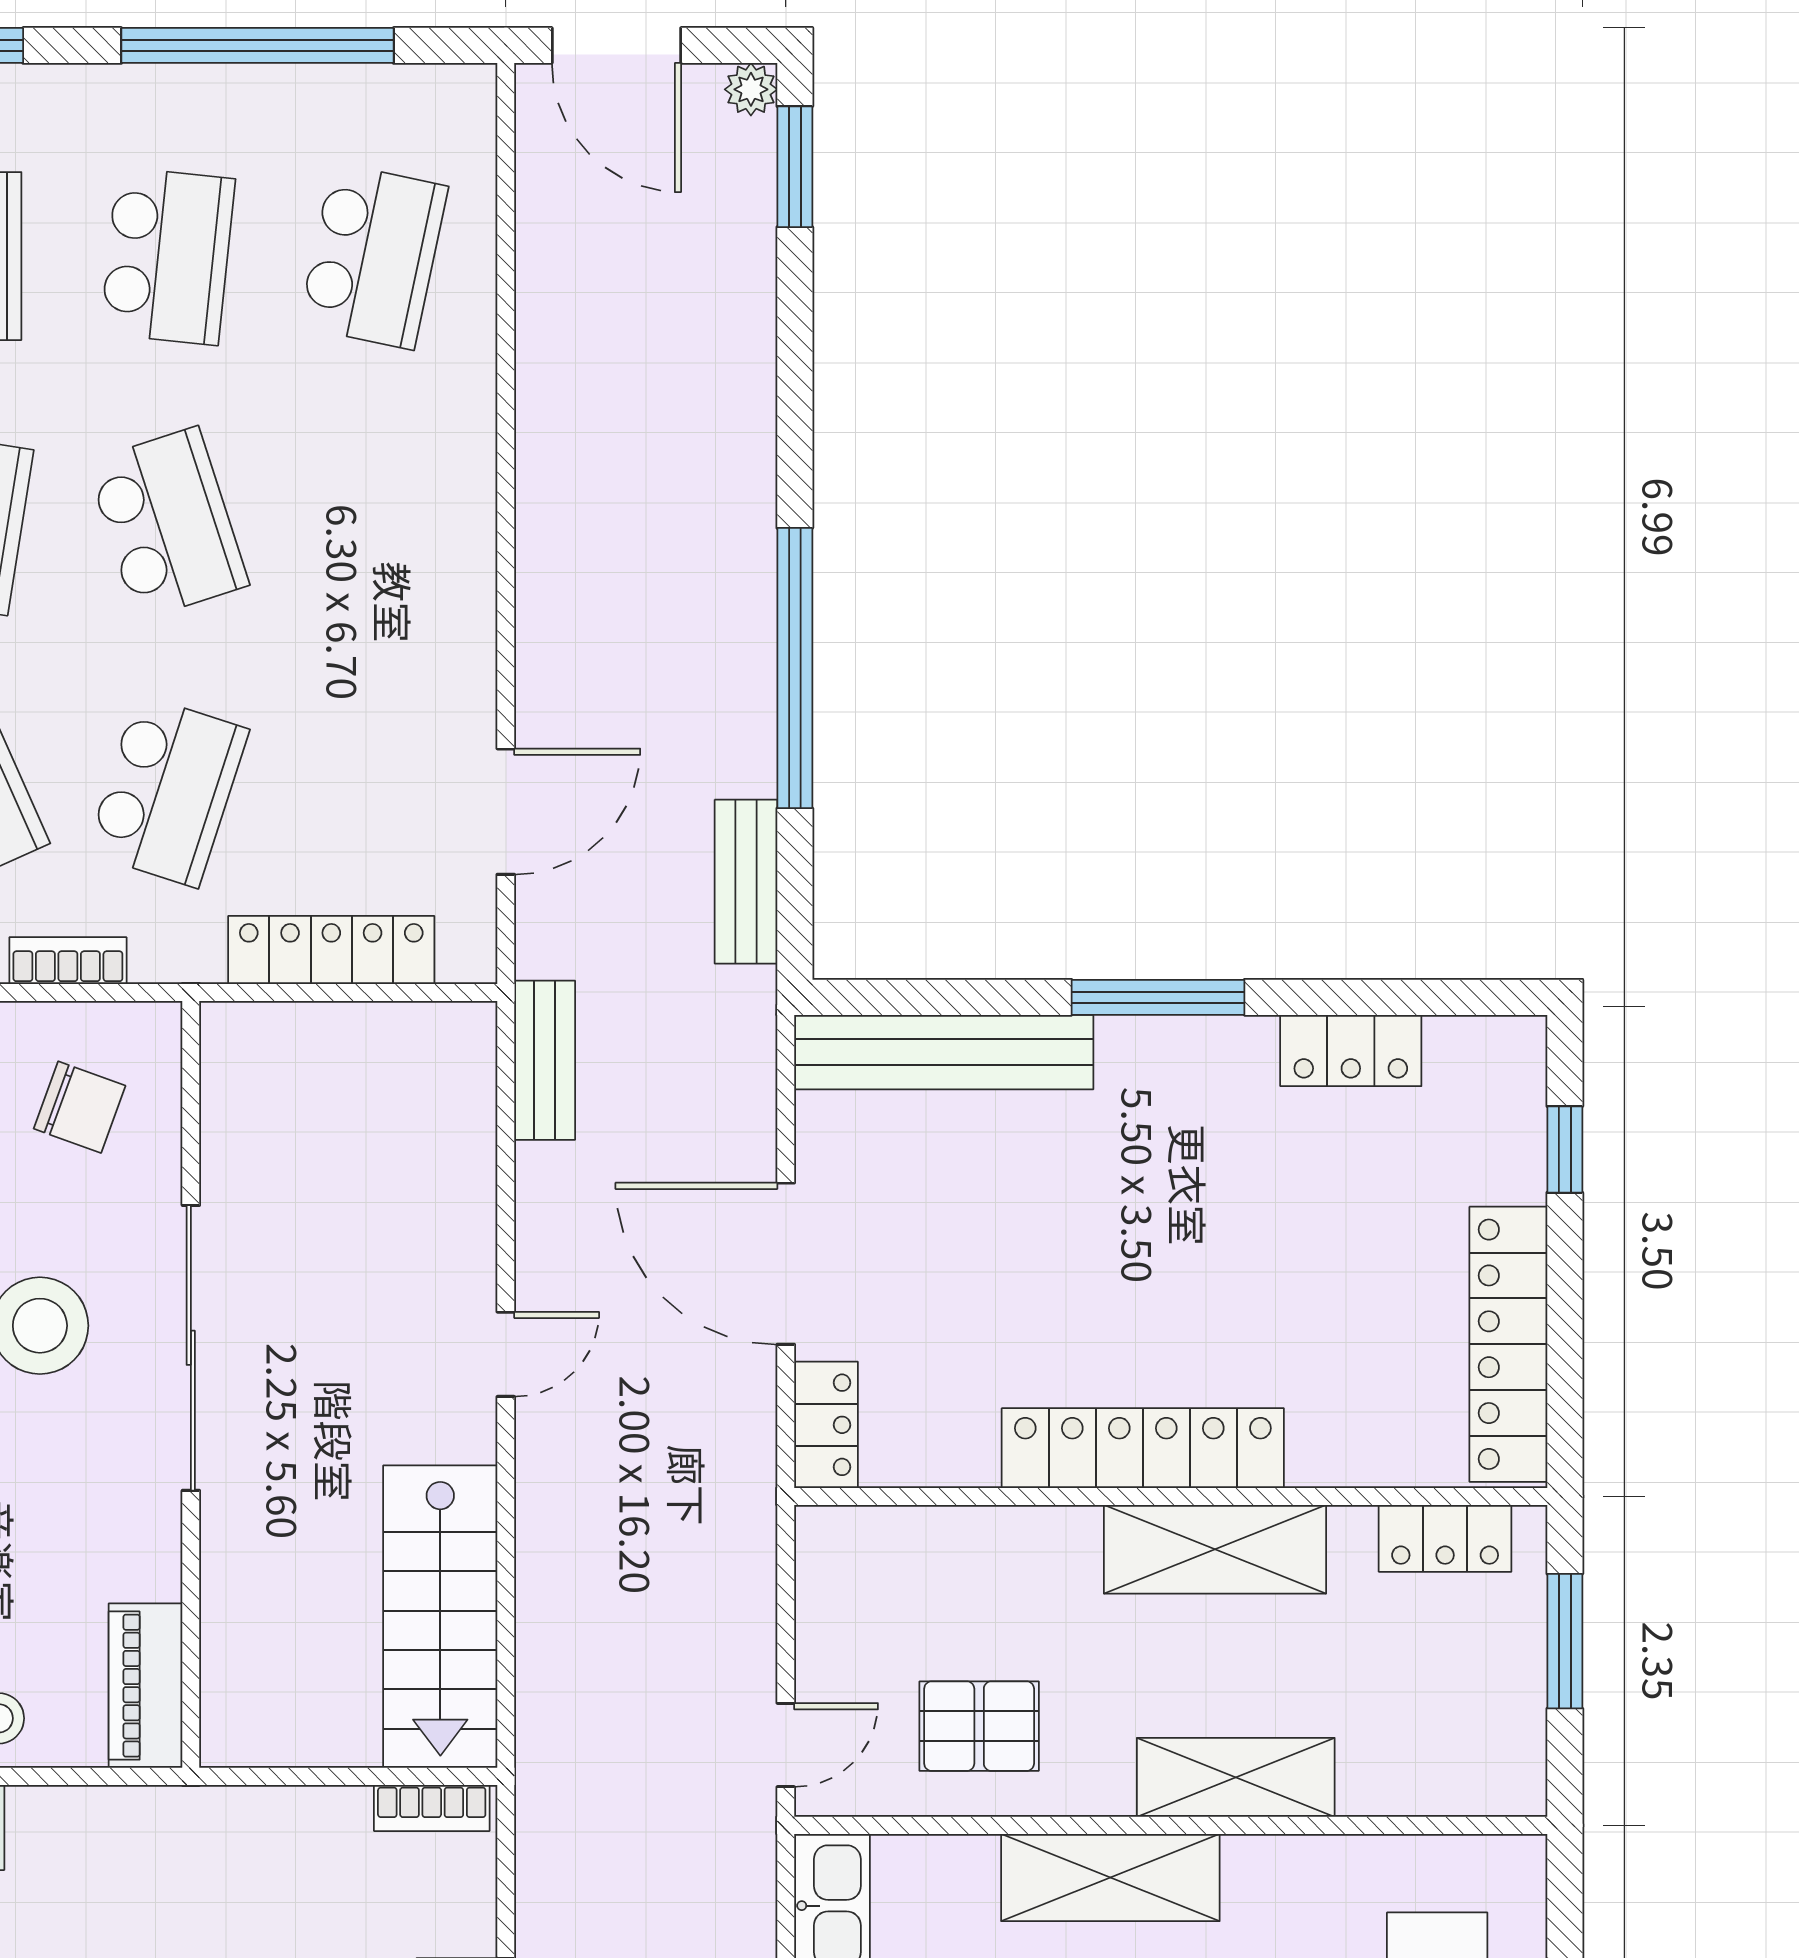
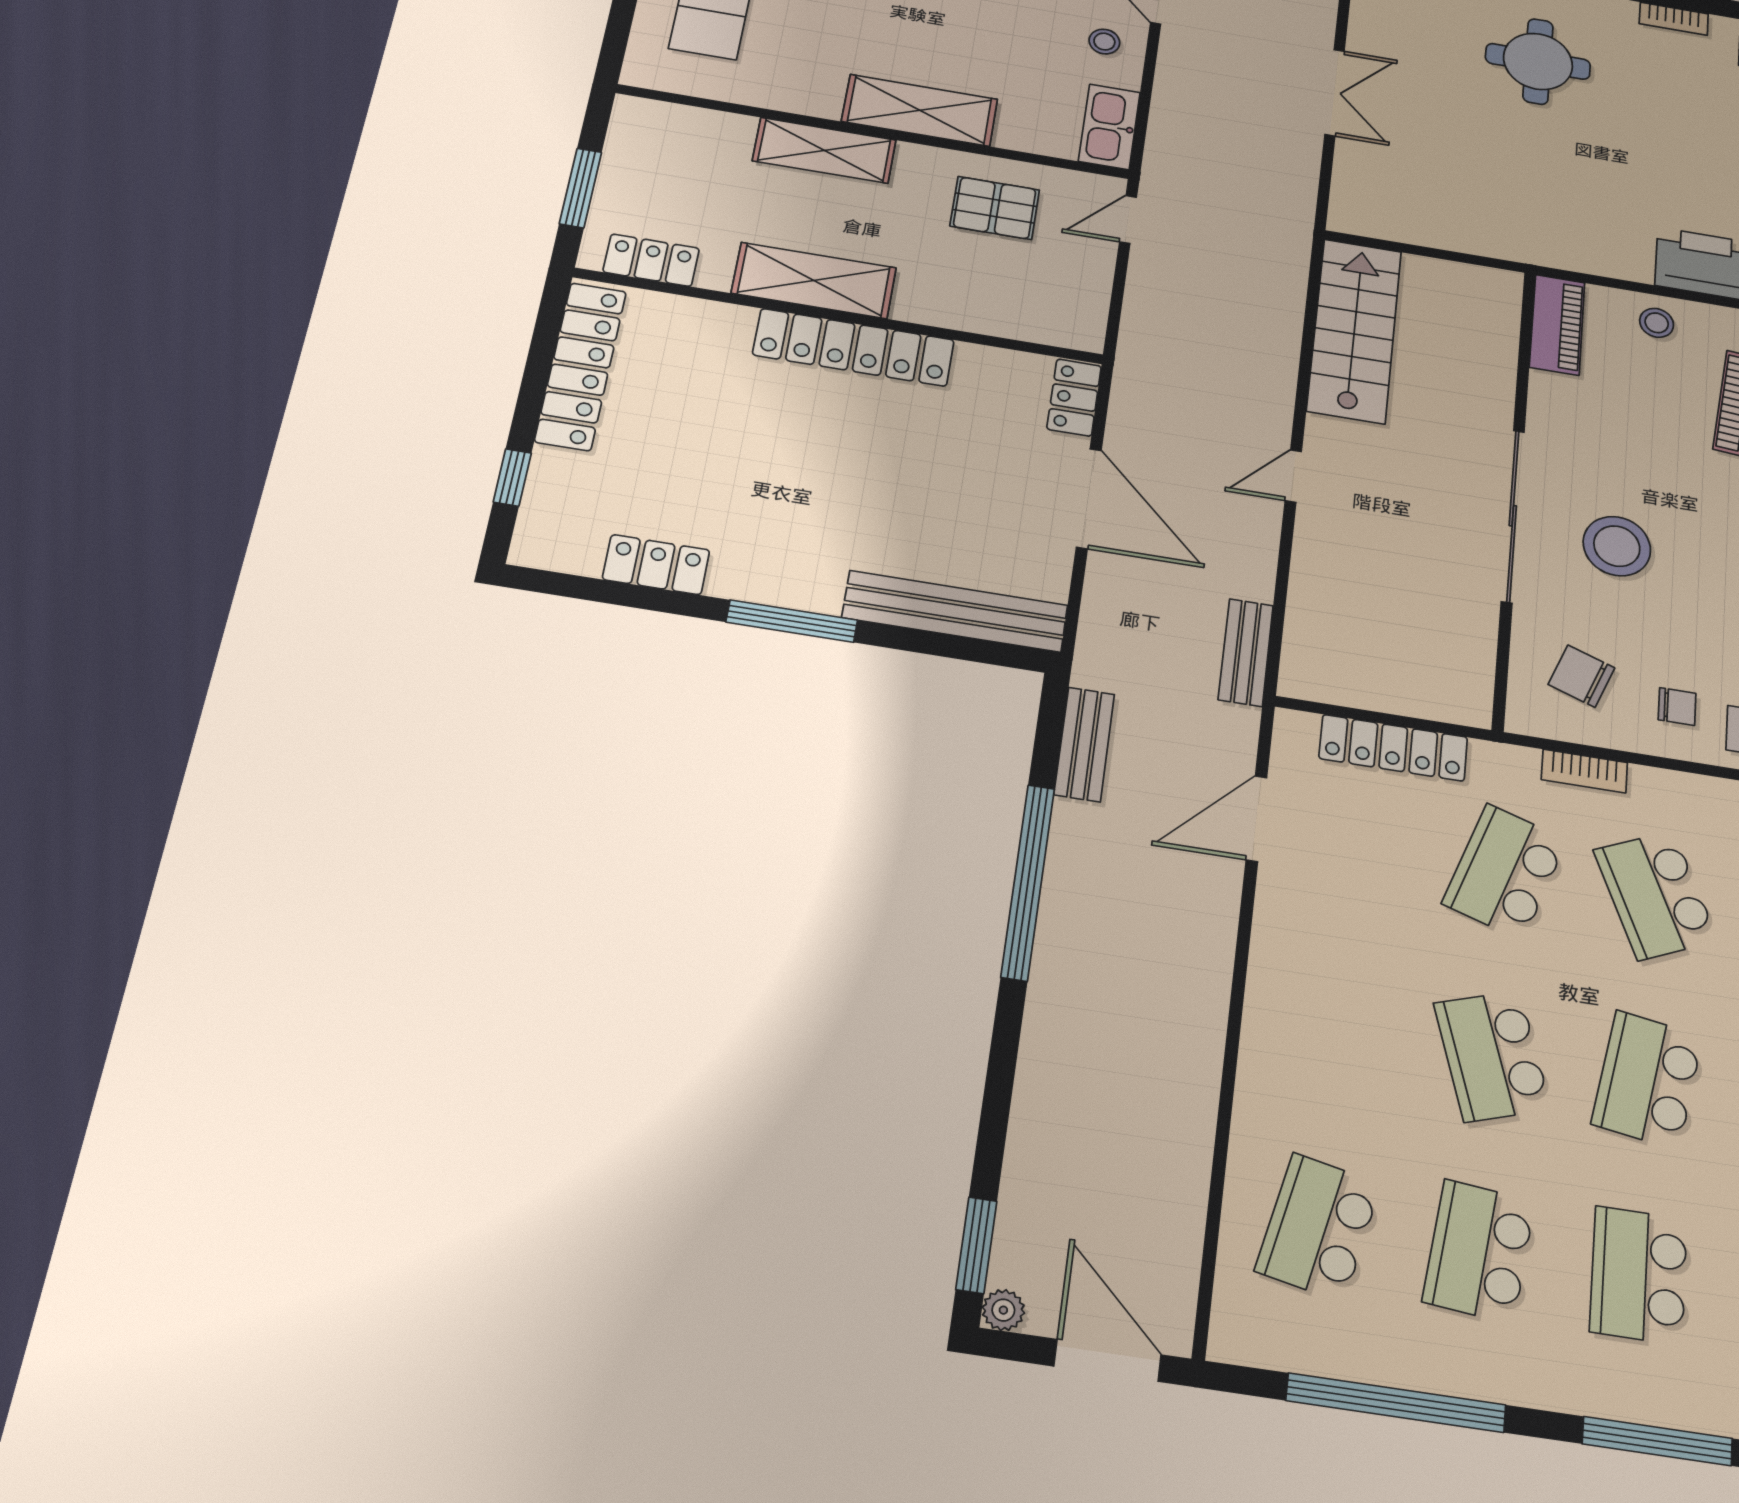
bookcase: (432, 1808) -> (1371, 225), removed

